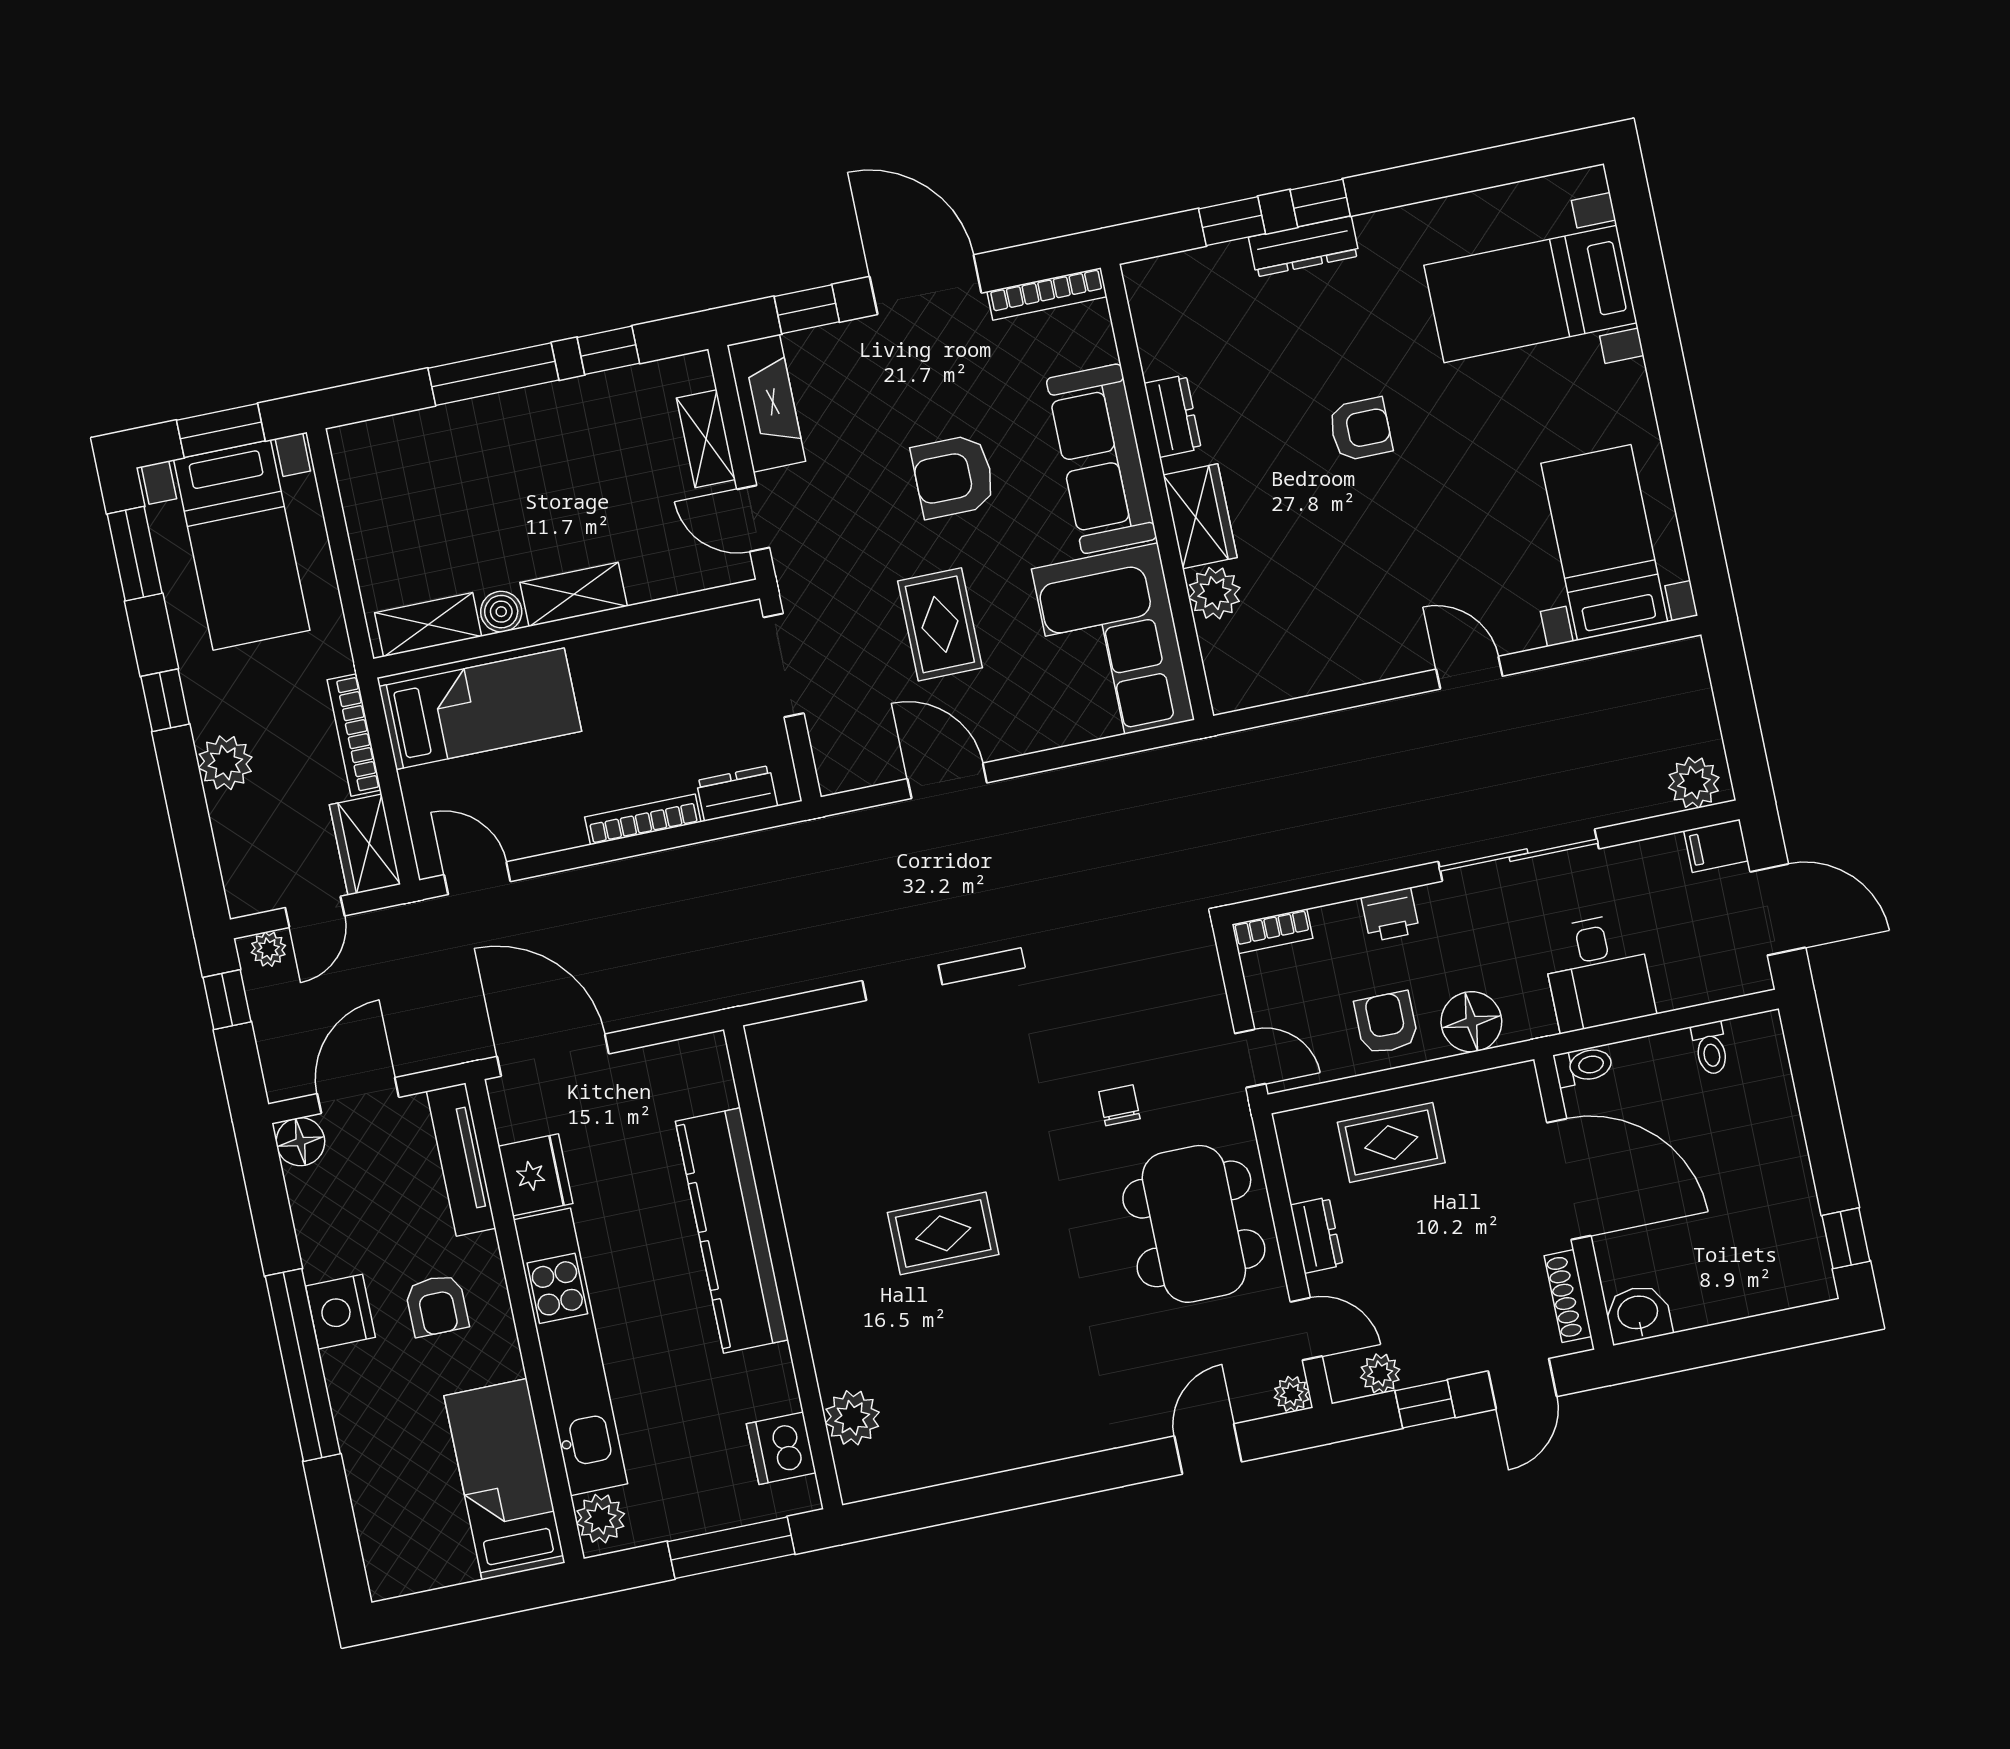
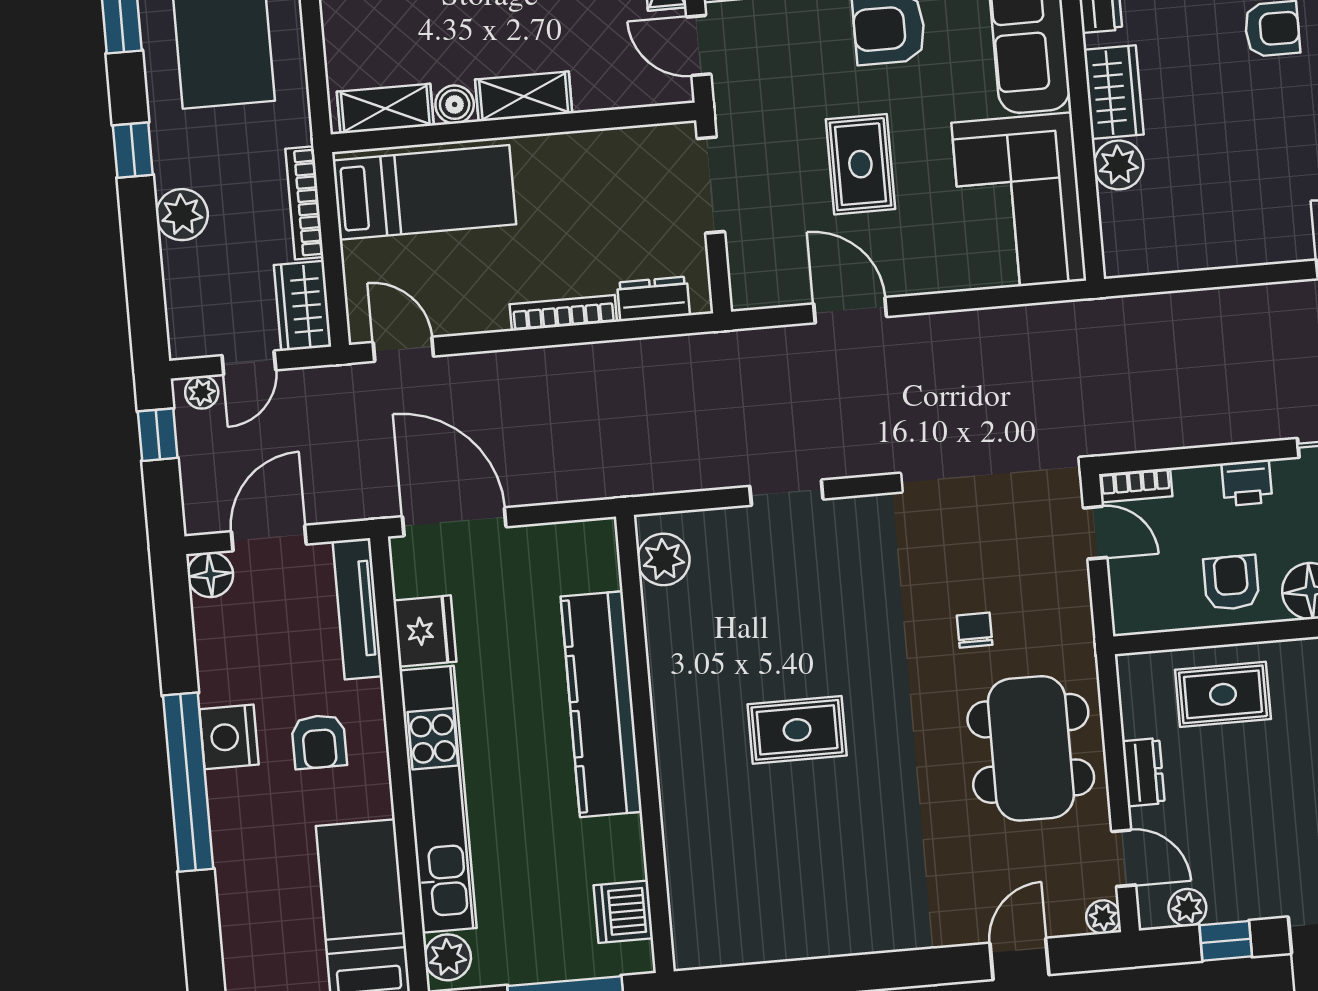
door: (1250, 1059) -> (1095, 533), moved
plant: (852, 1418) -> (664, 559), moved

